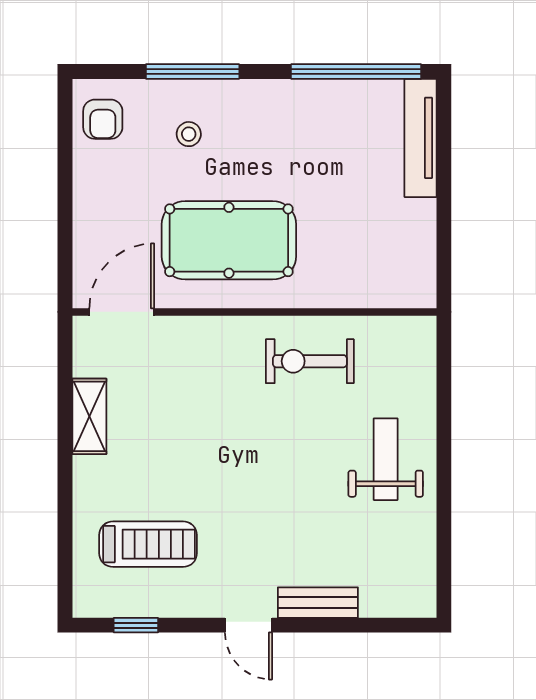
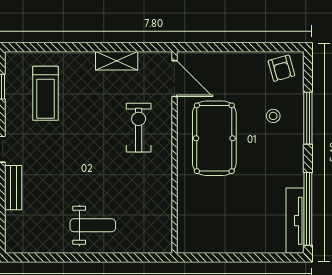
armchair: (103, 119) -> (281, 68), turned -106
tv unit: (421, 138) -> (295, 221), moved, turned -90
exercise bike: (310, 361) -> (139, 128), moved

